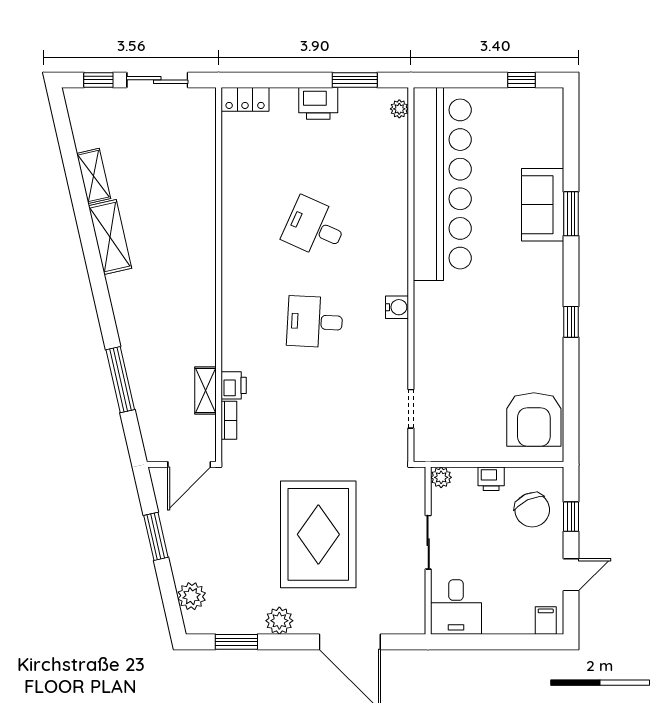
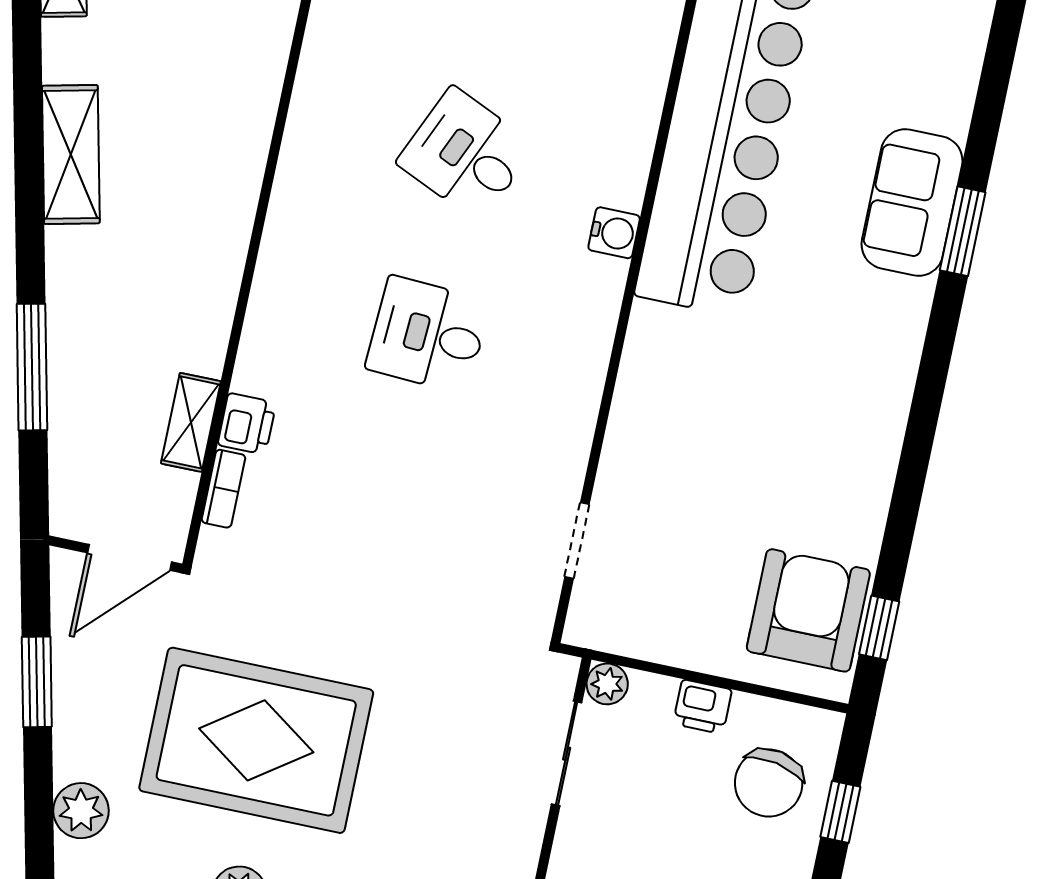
shelving: (110, 237) -> (71, 154), moved
water cooler: (397, 307) -> (614, 233), moved
window: (571, 322) -> (879, 628), moved
armchair: (534, 419) -> (808, 610), turned 180
chair: (532, 510) -> (769, 783), turned 36
rug: (318, 534) -> (256, 740), moved, turned 90
sliding door: (428, 542) -> (567, 754), moved

